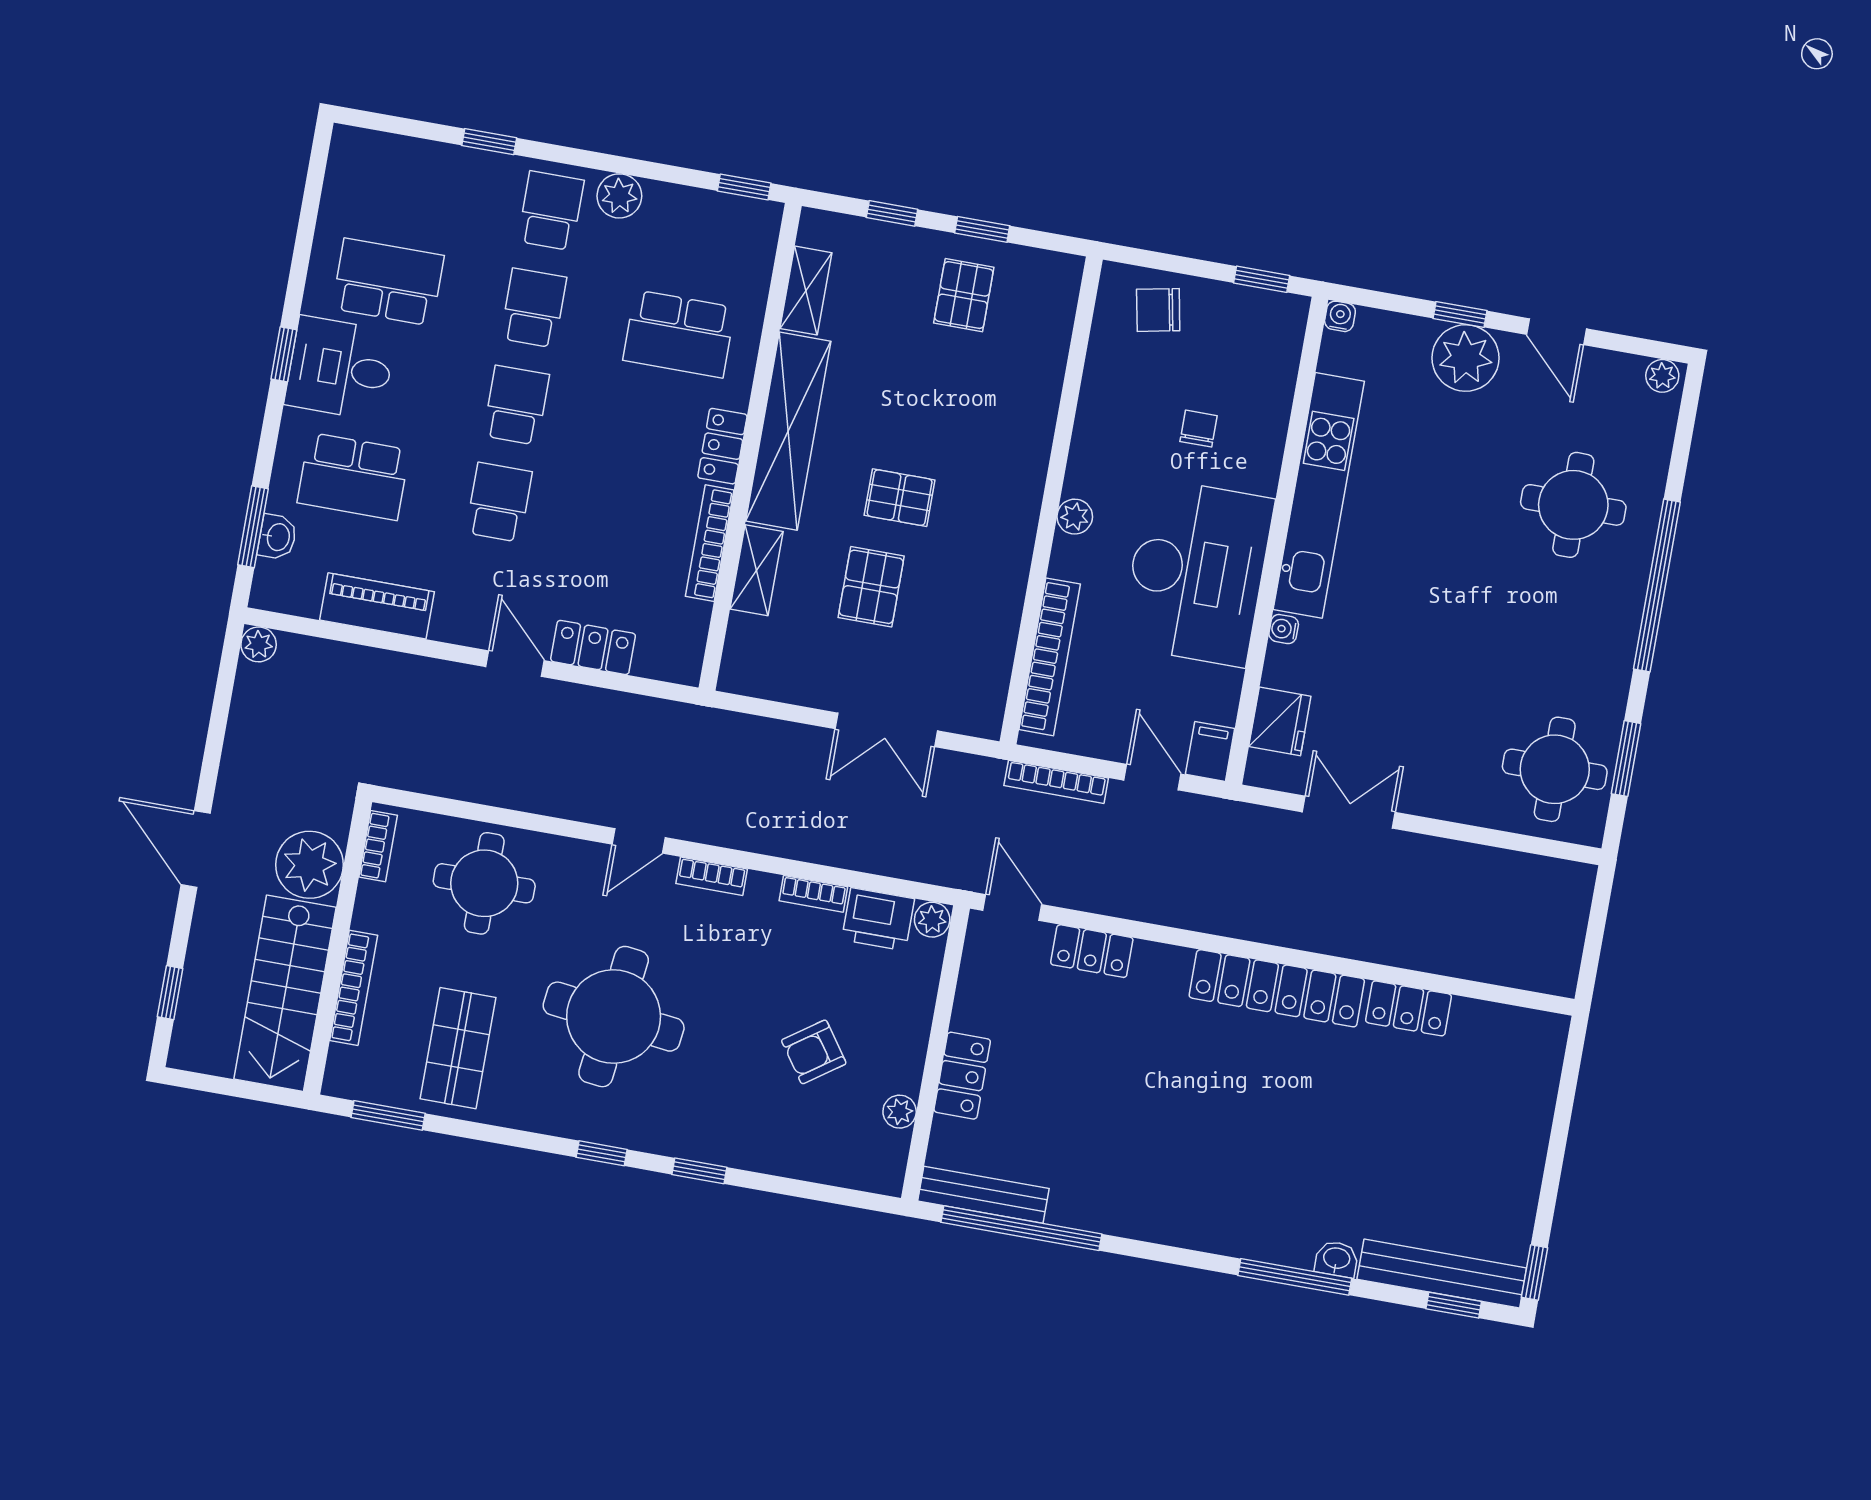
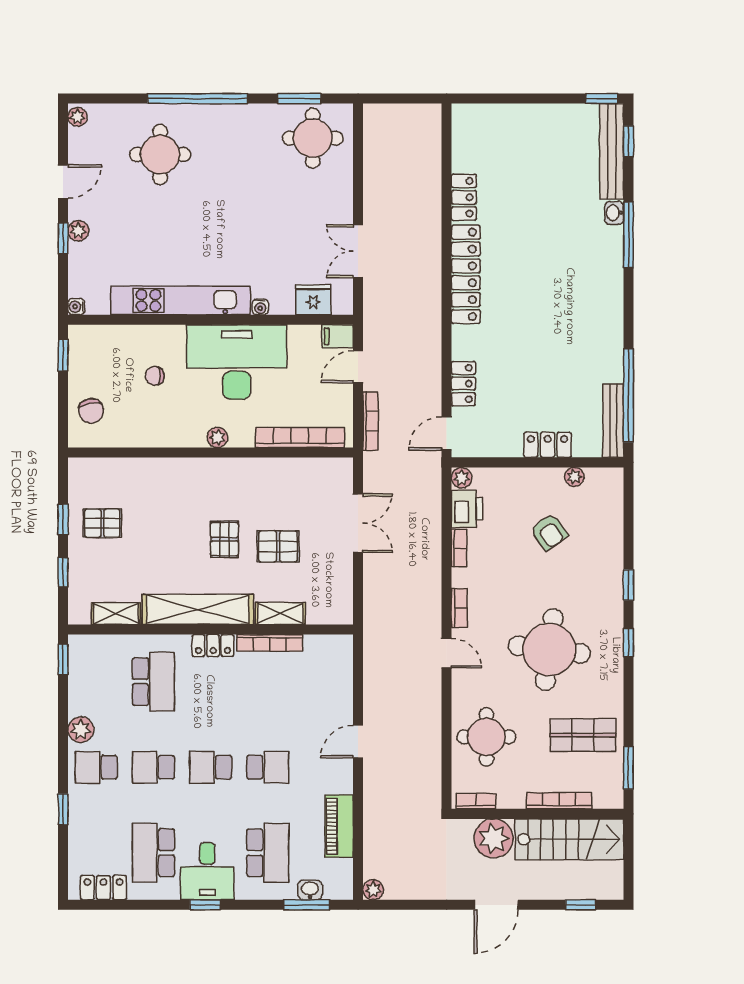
plant: (1466, 358) -> (78, 231), width x0.53, depth x0.53
school desk: (499, 502) -> (268, 767), turned 180
locker: (593, 647) -> (103, 888), moved, turned 90

